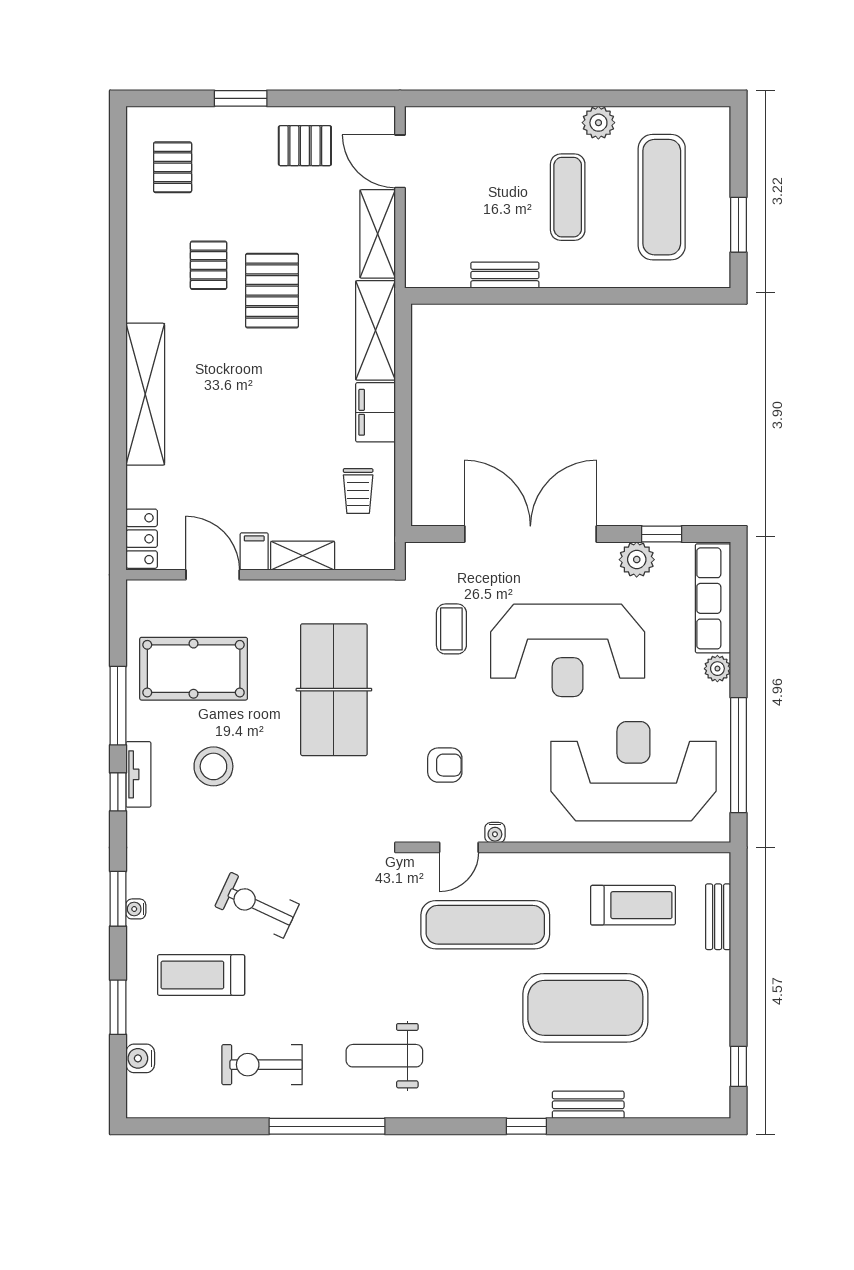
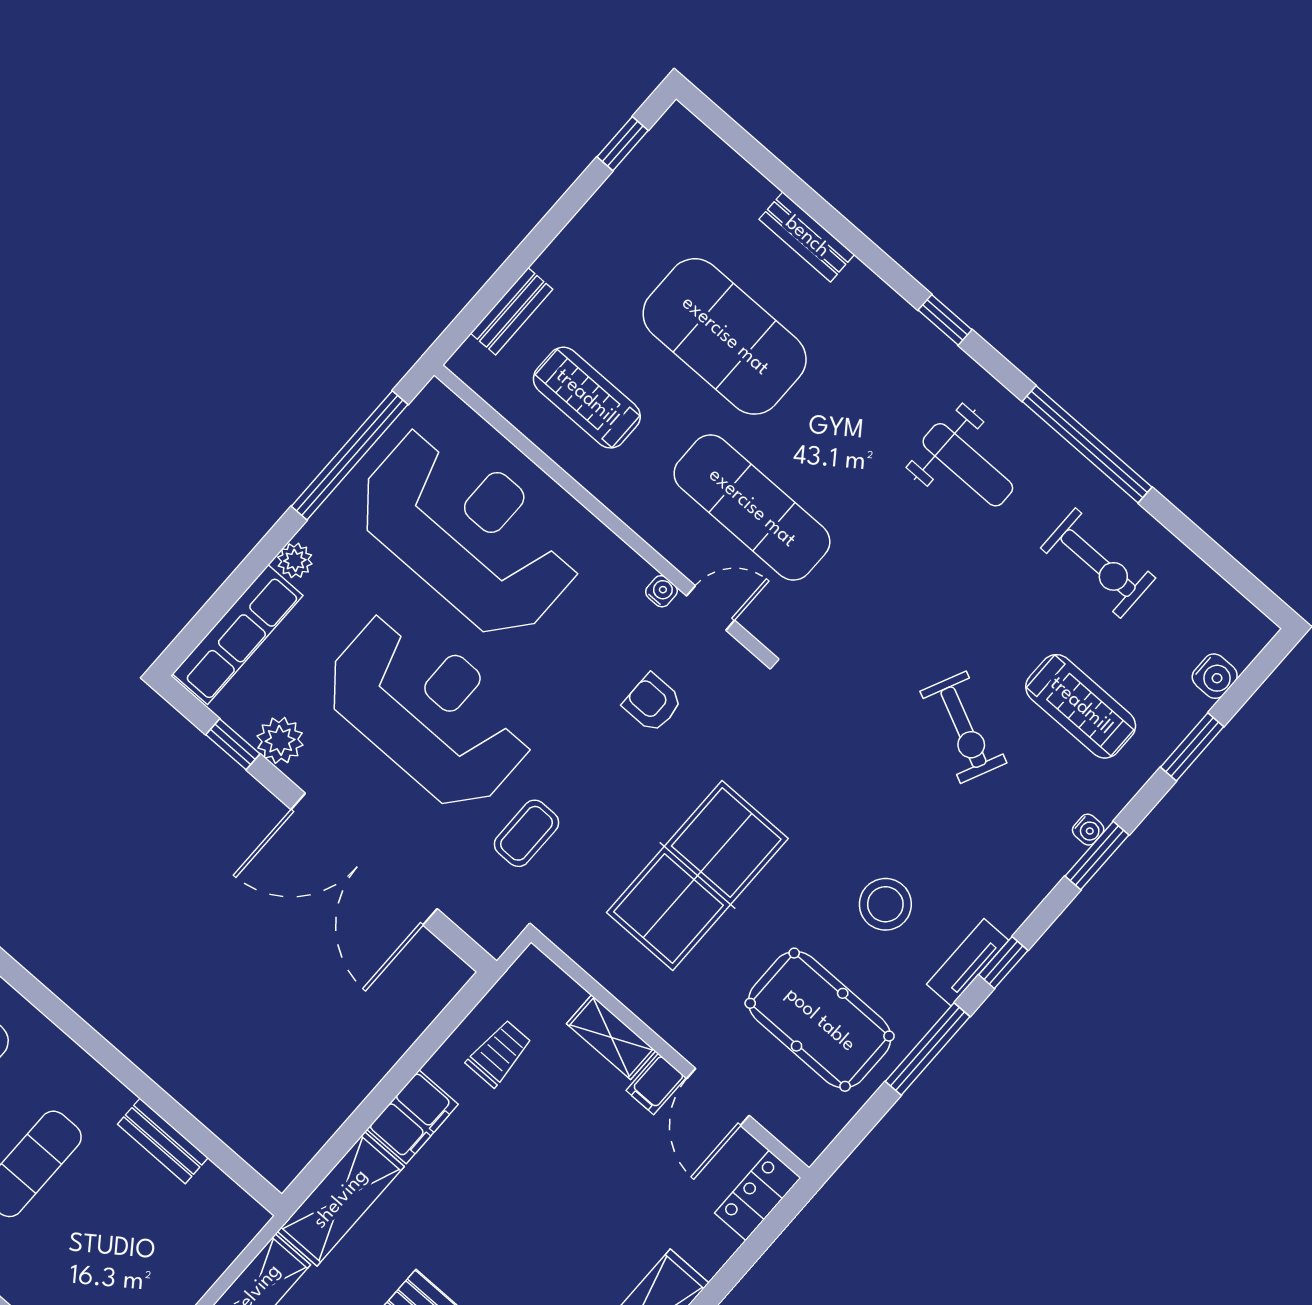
reception desk: (633, 771) -> (469, 531), turned 180
window: (526, 1126) -> (945, 320), moved

